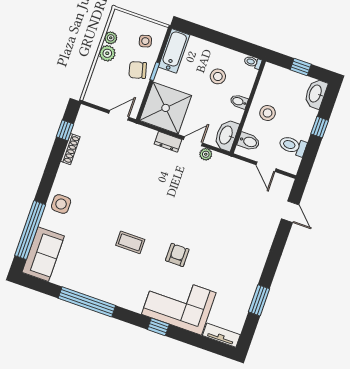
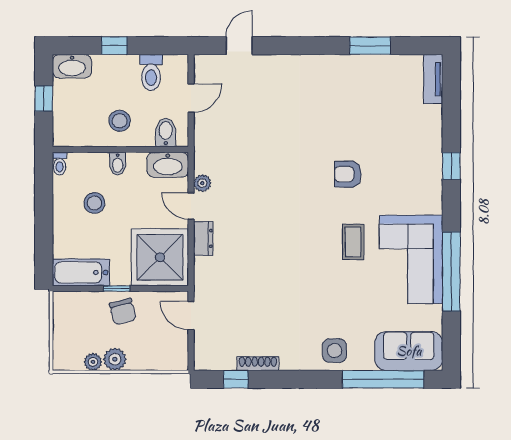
side table: (145, 41) -> (81, 315), removed
corner sofa: (179, 303) -> (411, 259), moved

